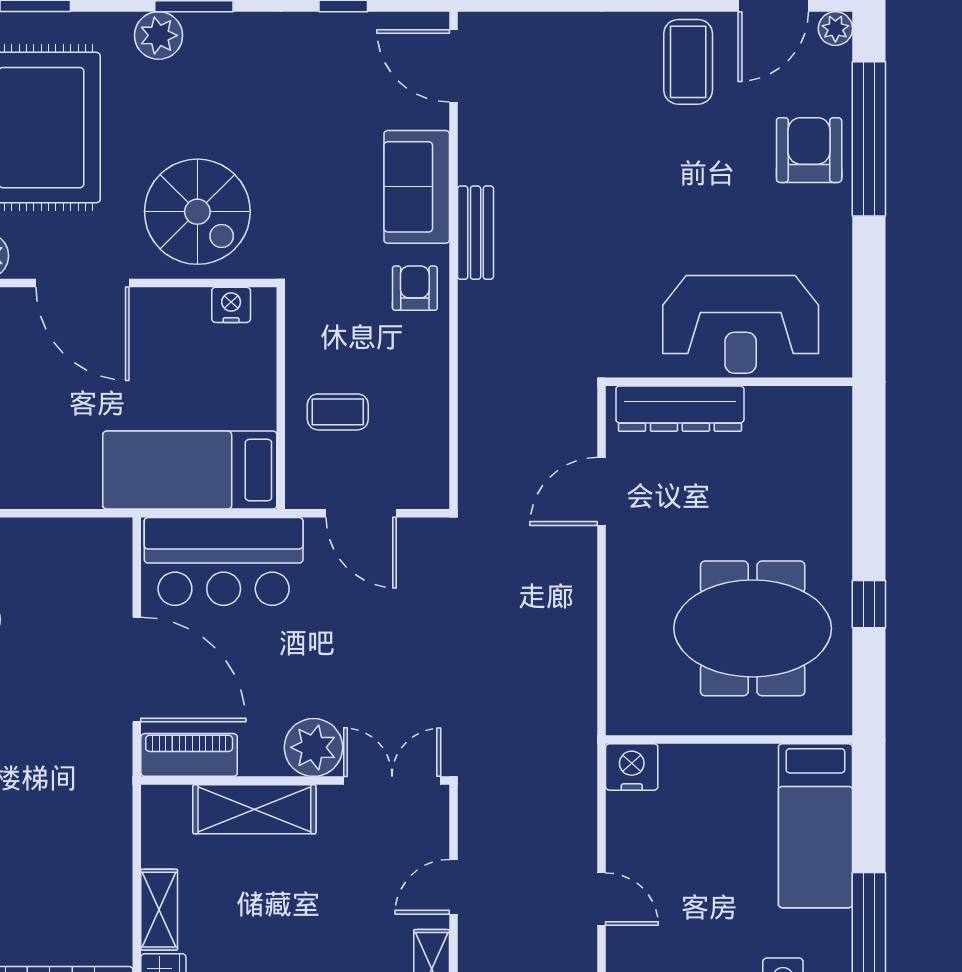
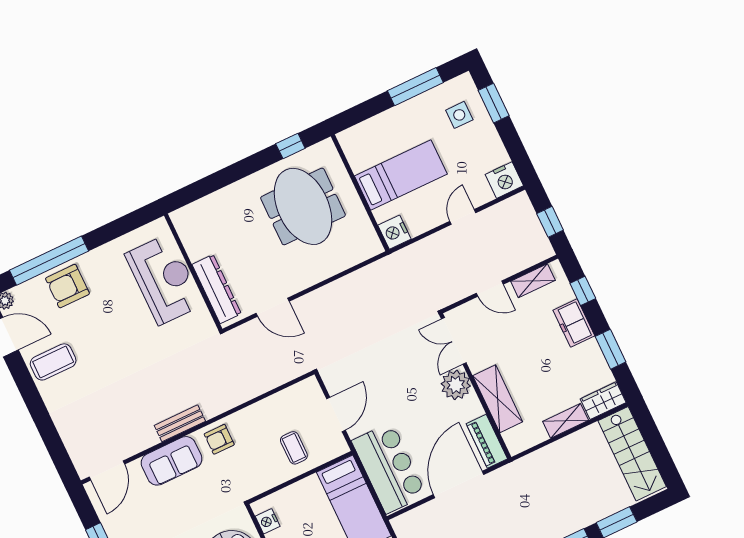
window: (869, 604) -> (290, 146), moved
bed: (815, 826) -> (401, 175), moved

